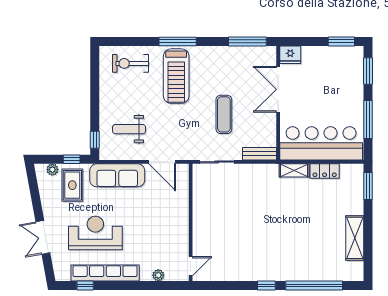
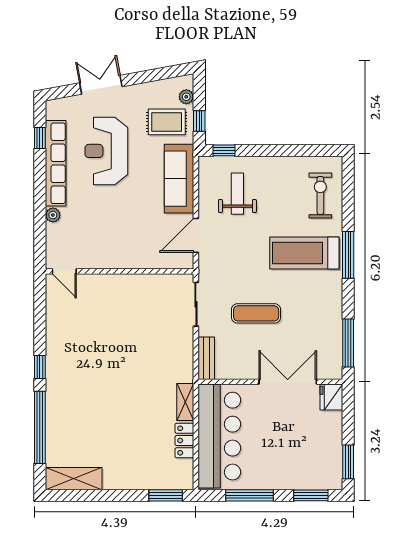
reception desk: (95, 233) -> (106, 151), turned 180
shelving: (355, 238) -> (74, 479), moved
plant: (158, 275) -> (53, 215), moved

